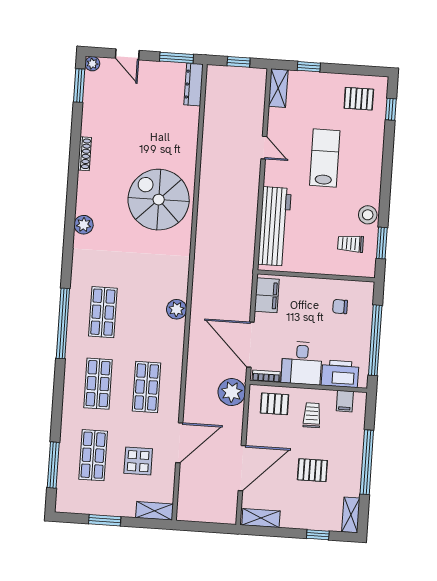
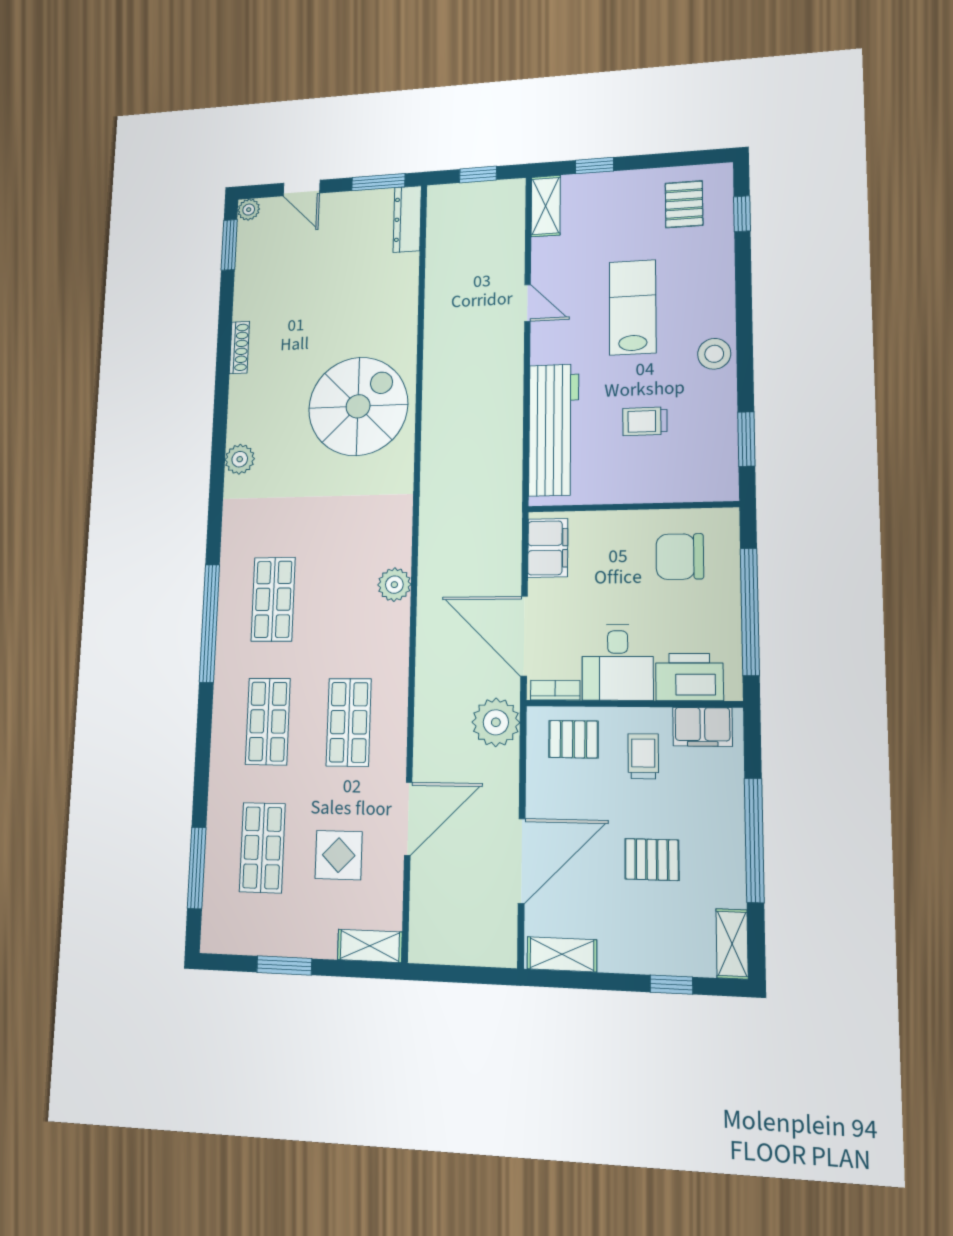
pallet: (359, 99) -> (684, 204), turned 90
spiral stairs: (159, 200) -> (358, 406), turned 90
stool: (368, 215) -> (714, 354), moved
trolley: (350, 244) -> (645, 421), moved
chair: (340, 307) -> (680, 557), width x1.87, depth x1.87
filing cabinet: (345, 401) -> (702, 727), width x2.00

